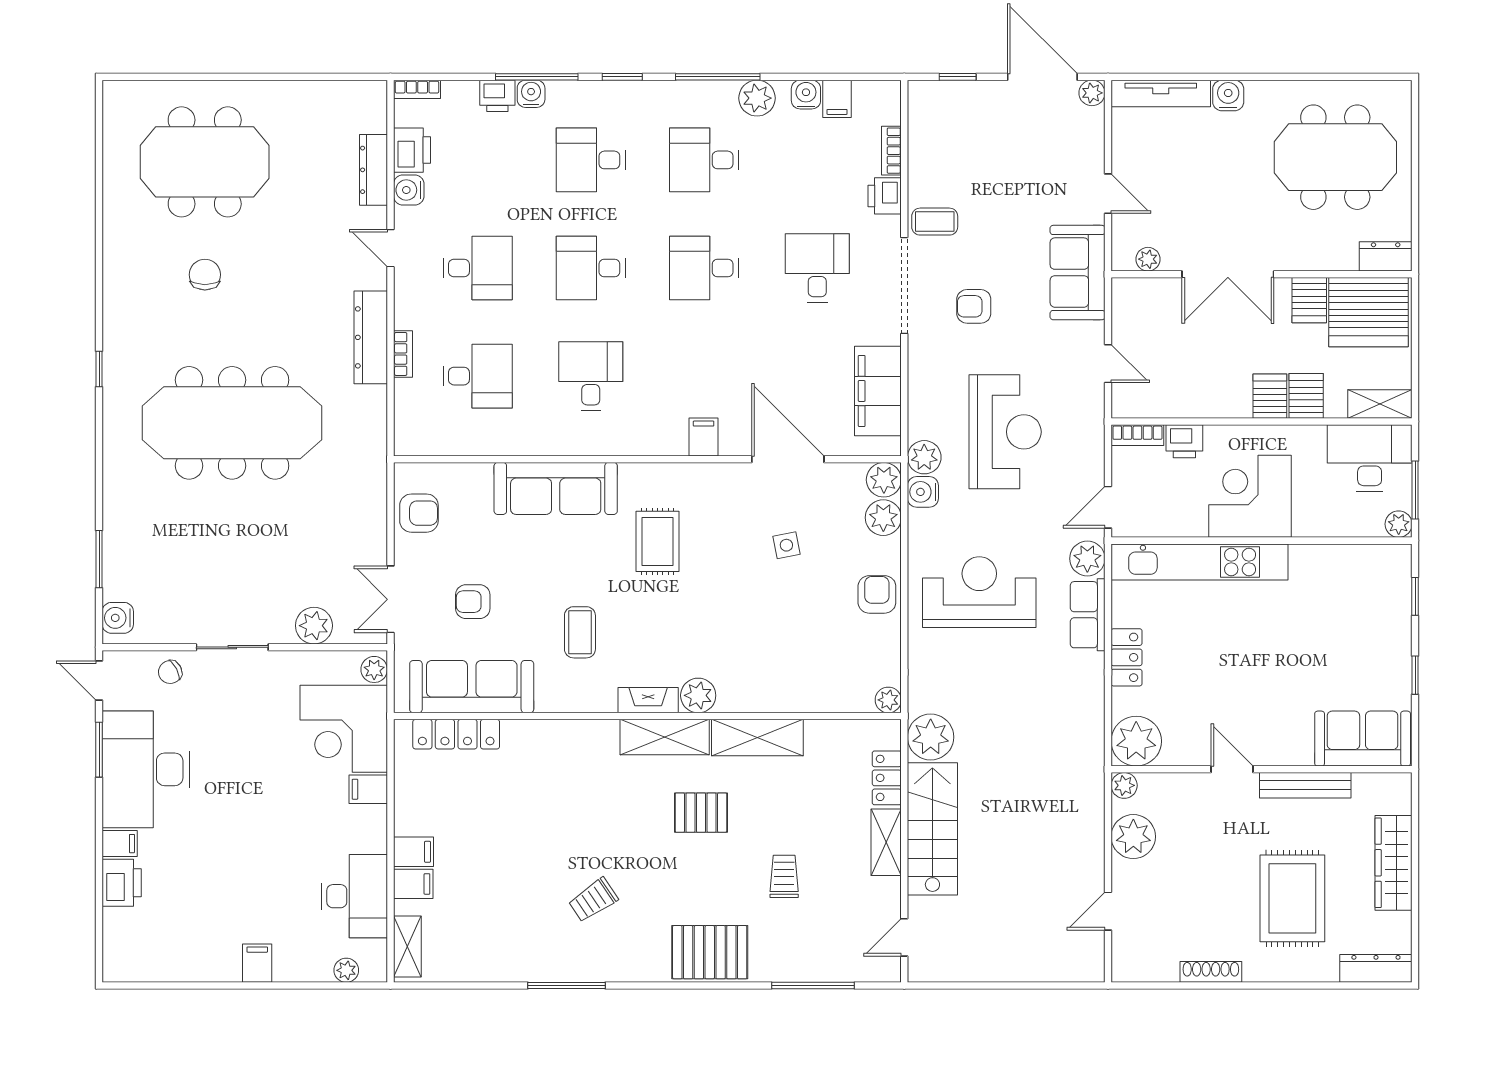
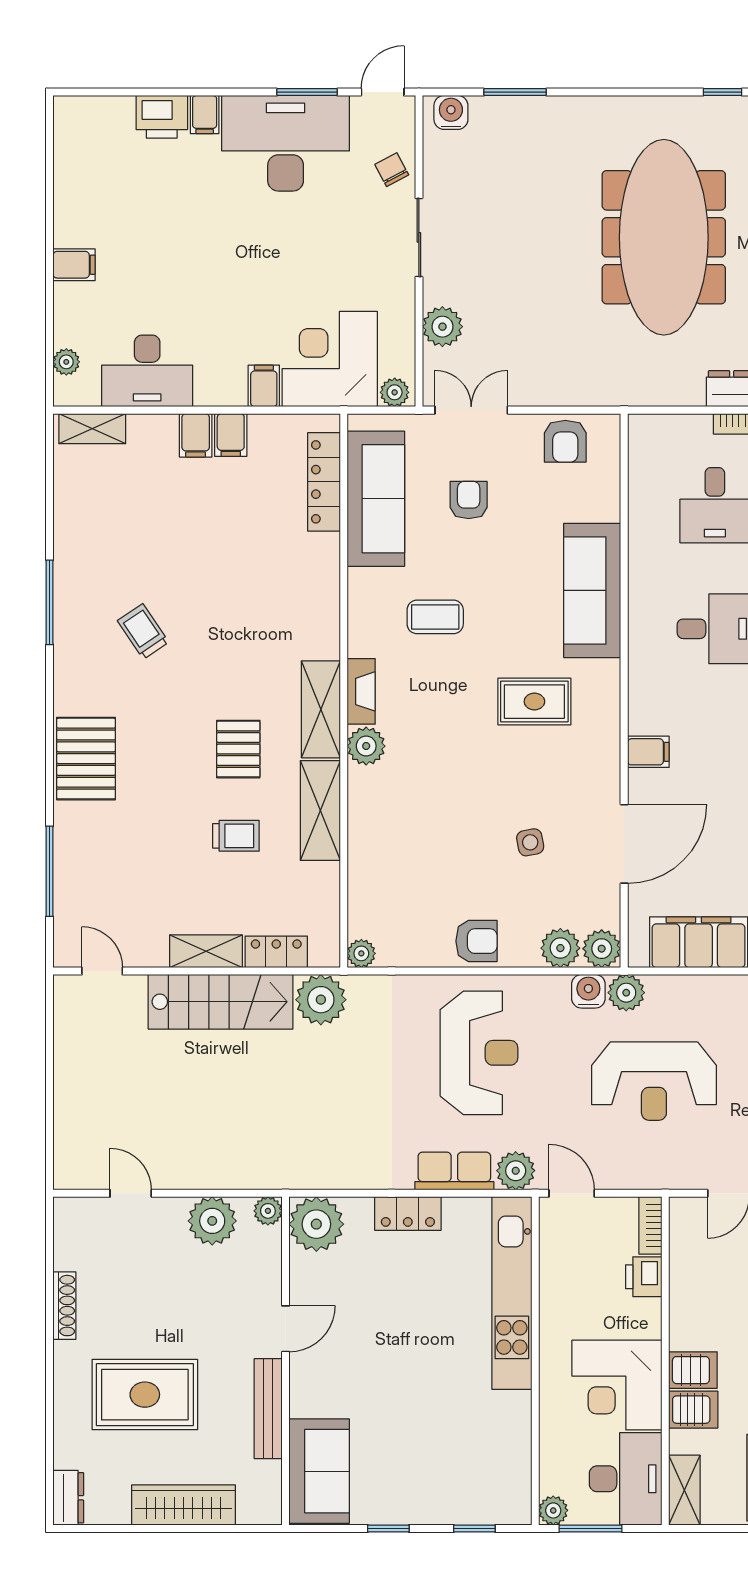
corner desk: (1250, 496) -> (617, 1385), moved, turned 180
trolley: (784, 876) -> (236, 836), moved
filing cabinet: (413, 884) -> (231, 435), moved
dresser: (1376, 968) -> (68, 1498), width x0.70

